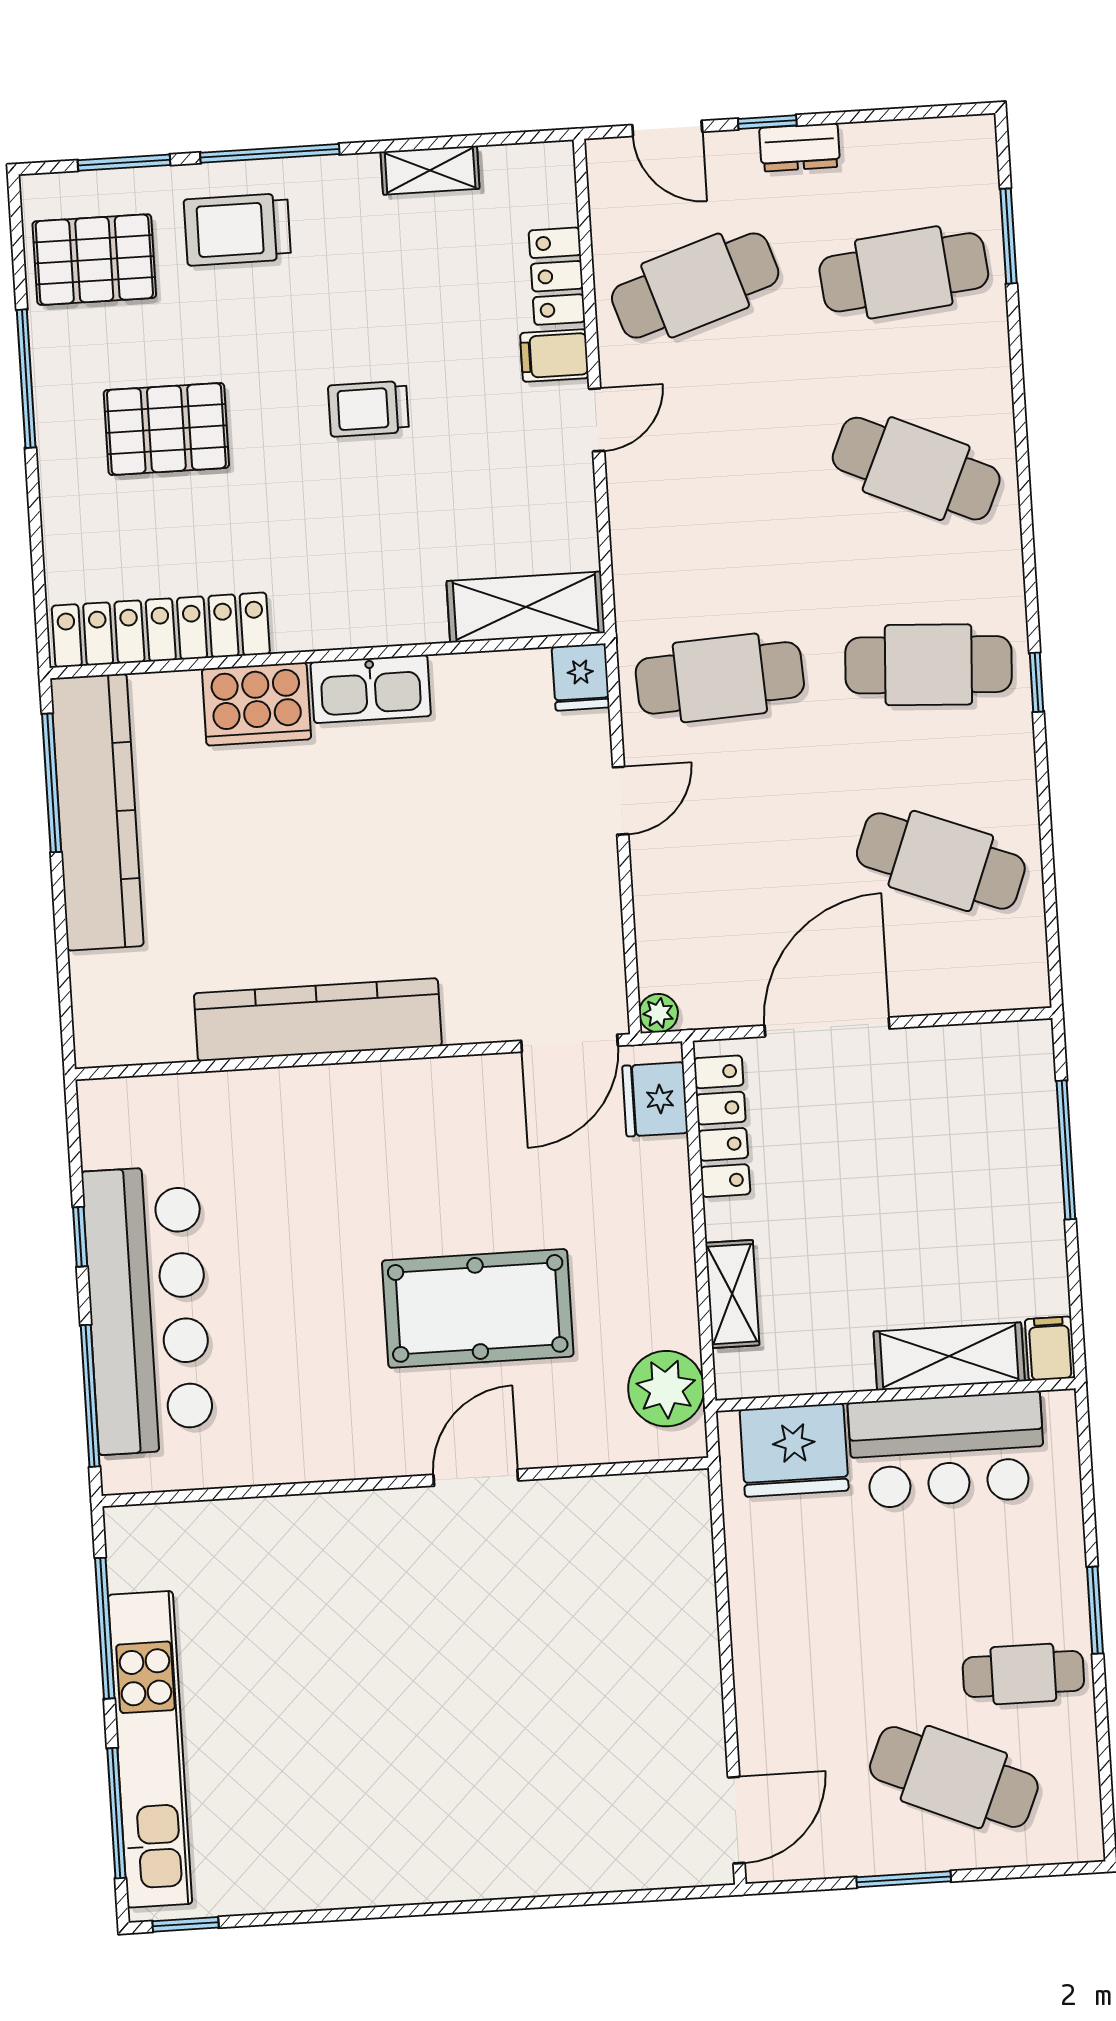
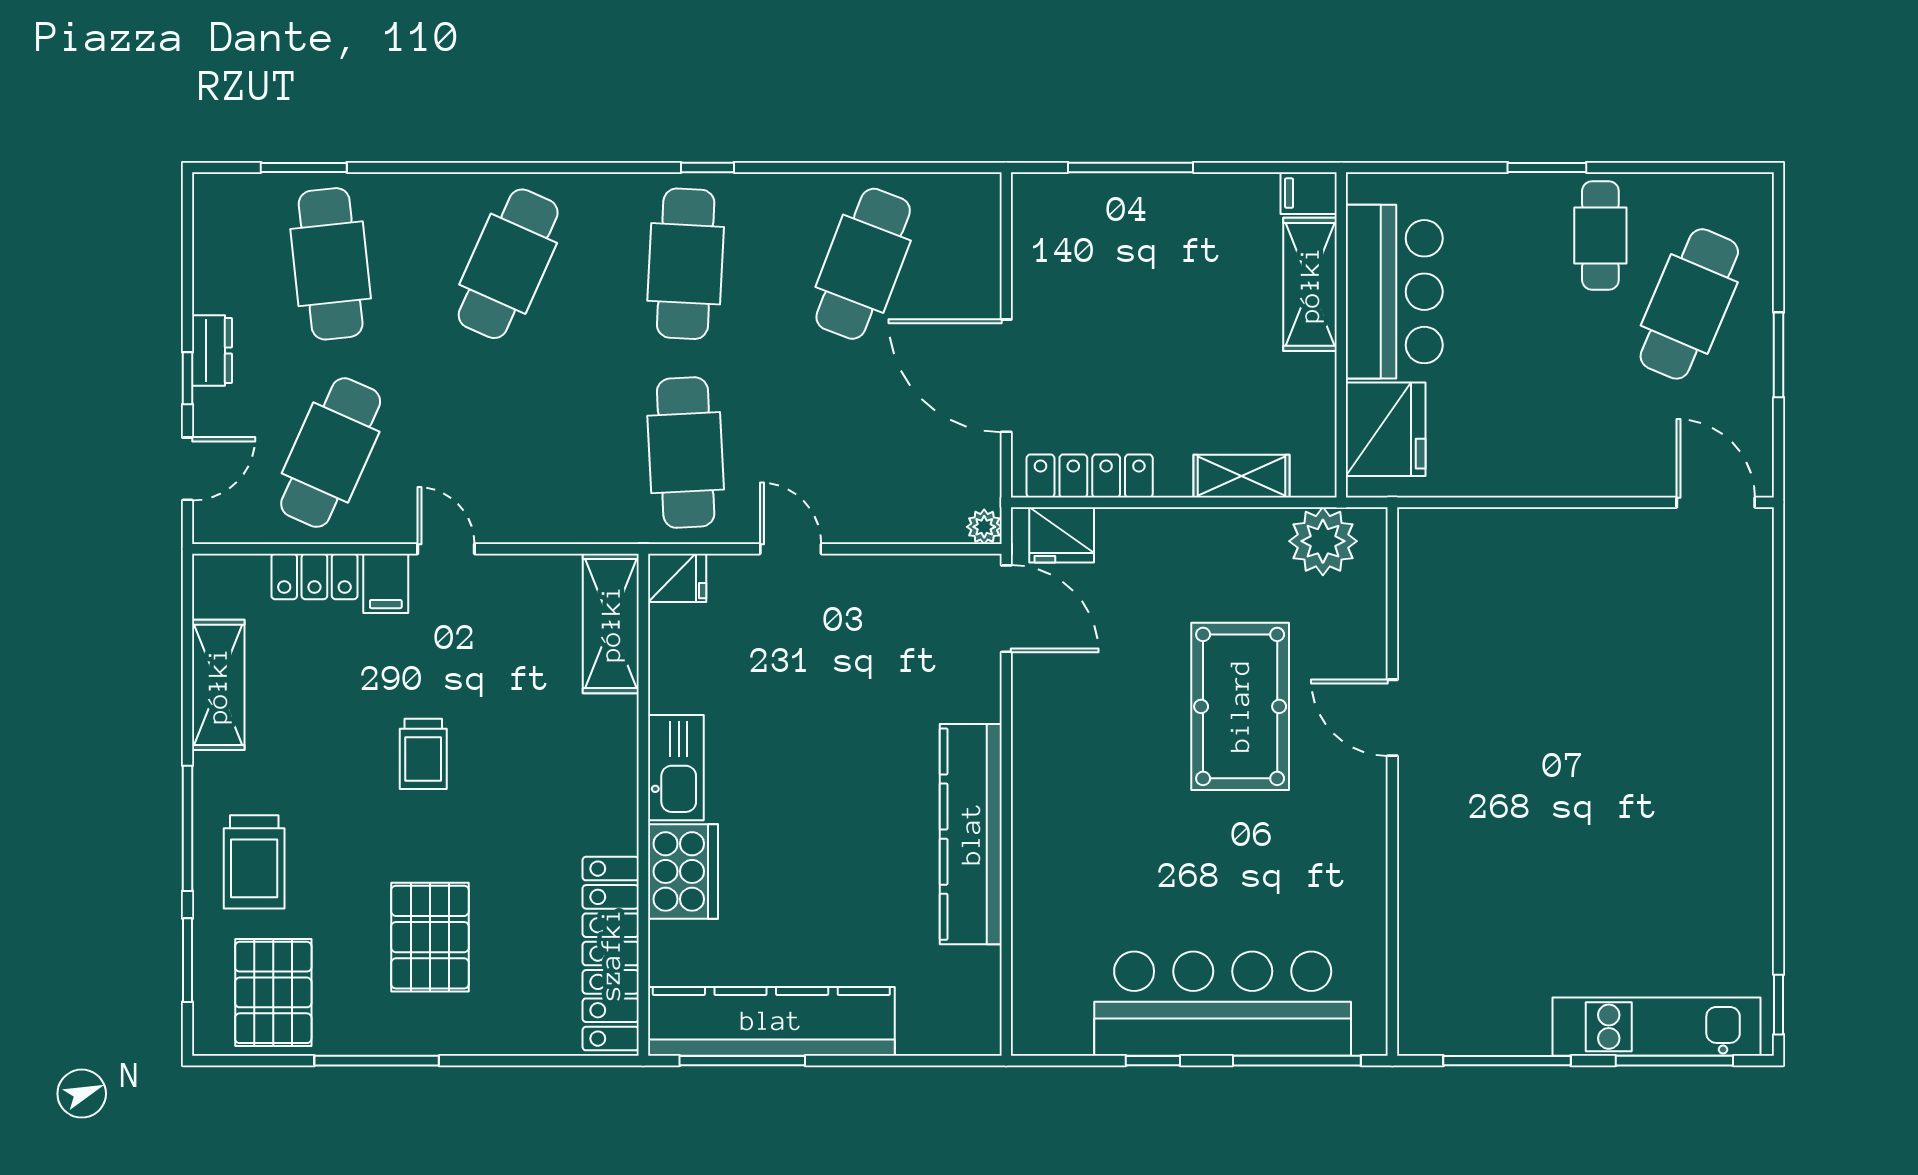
shelving: (430, 170) -> (218, 685), width x1.50, depth x1.33
cafe table: (695, 285) -> (331, 453), turned 42
kitchen unit: (150, 1749) -> (1657, 1027), width x0.73

